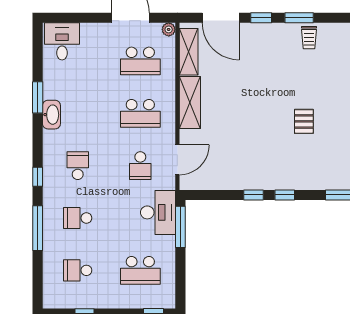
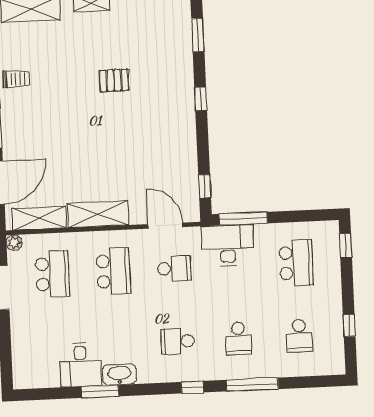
desk: (62, 41) -> (80, 365), moved, turned -90
window: (254, 195) -> (205, 186), moved

